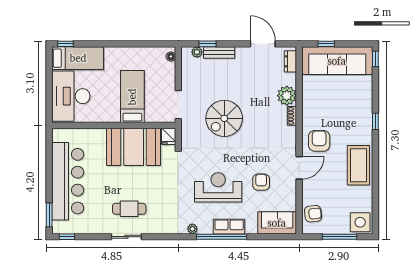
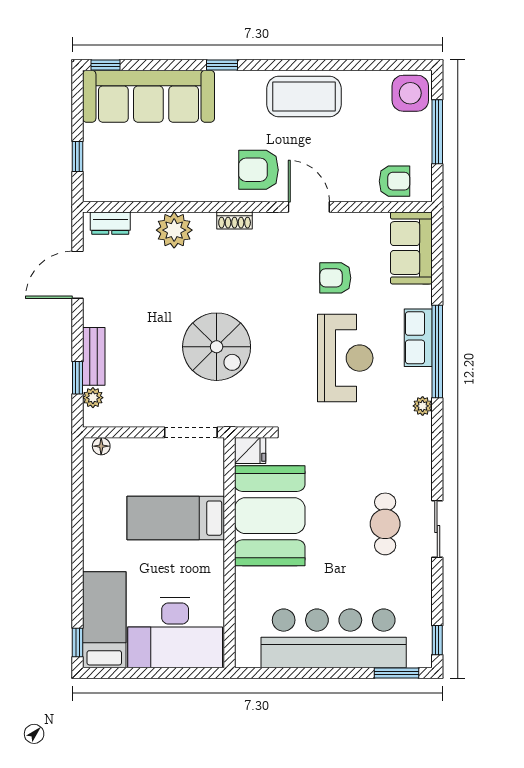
sofa: (337, 61) -> (148, 96), moved, turned 90
shoe rack: (292, 116) -> (235, 221), moved
reception desk: (218, 187) -> (345, 358), turned 180
armchair: (313, 214) -> (394, 181), turned 96

